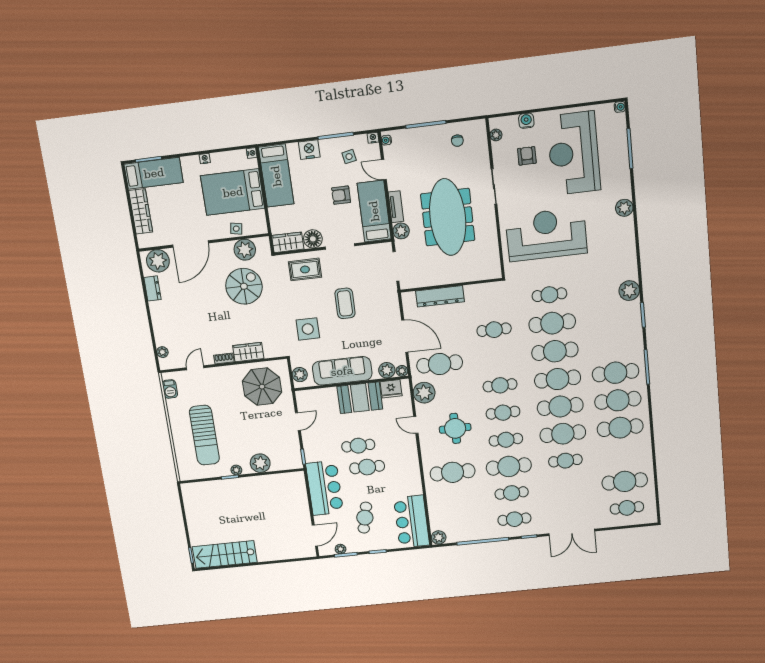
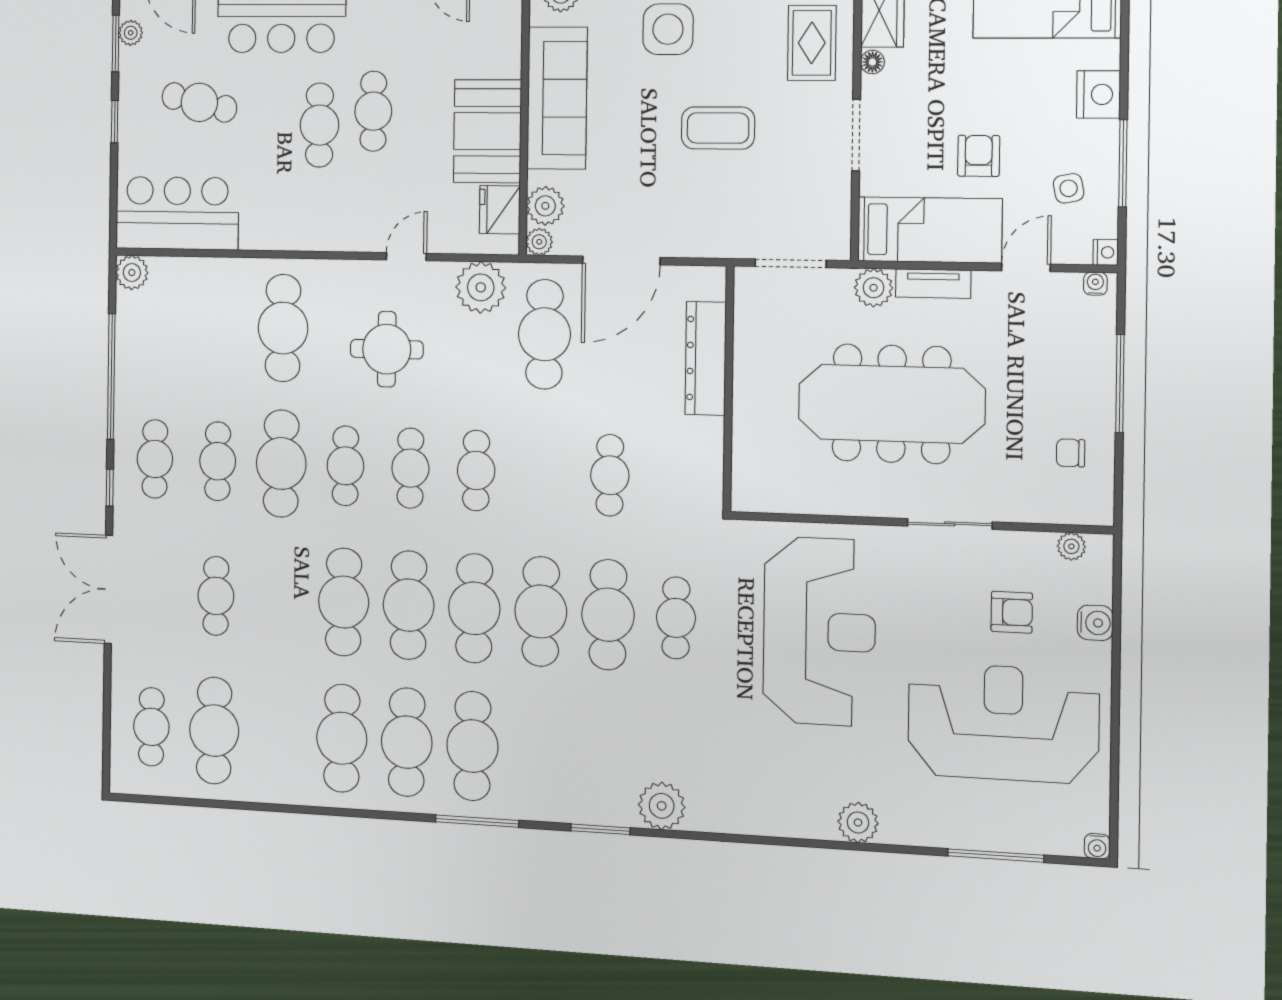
floor lamp: (313, 239) -> (872, 62), width x0.53, depth x0.53
cafe table: (565, 461) -> (216, 596), moved

